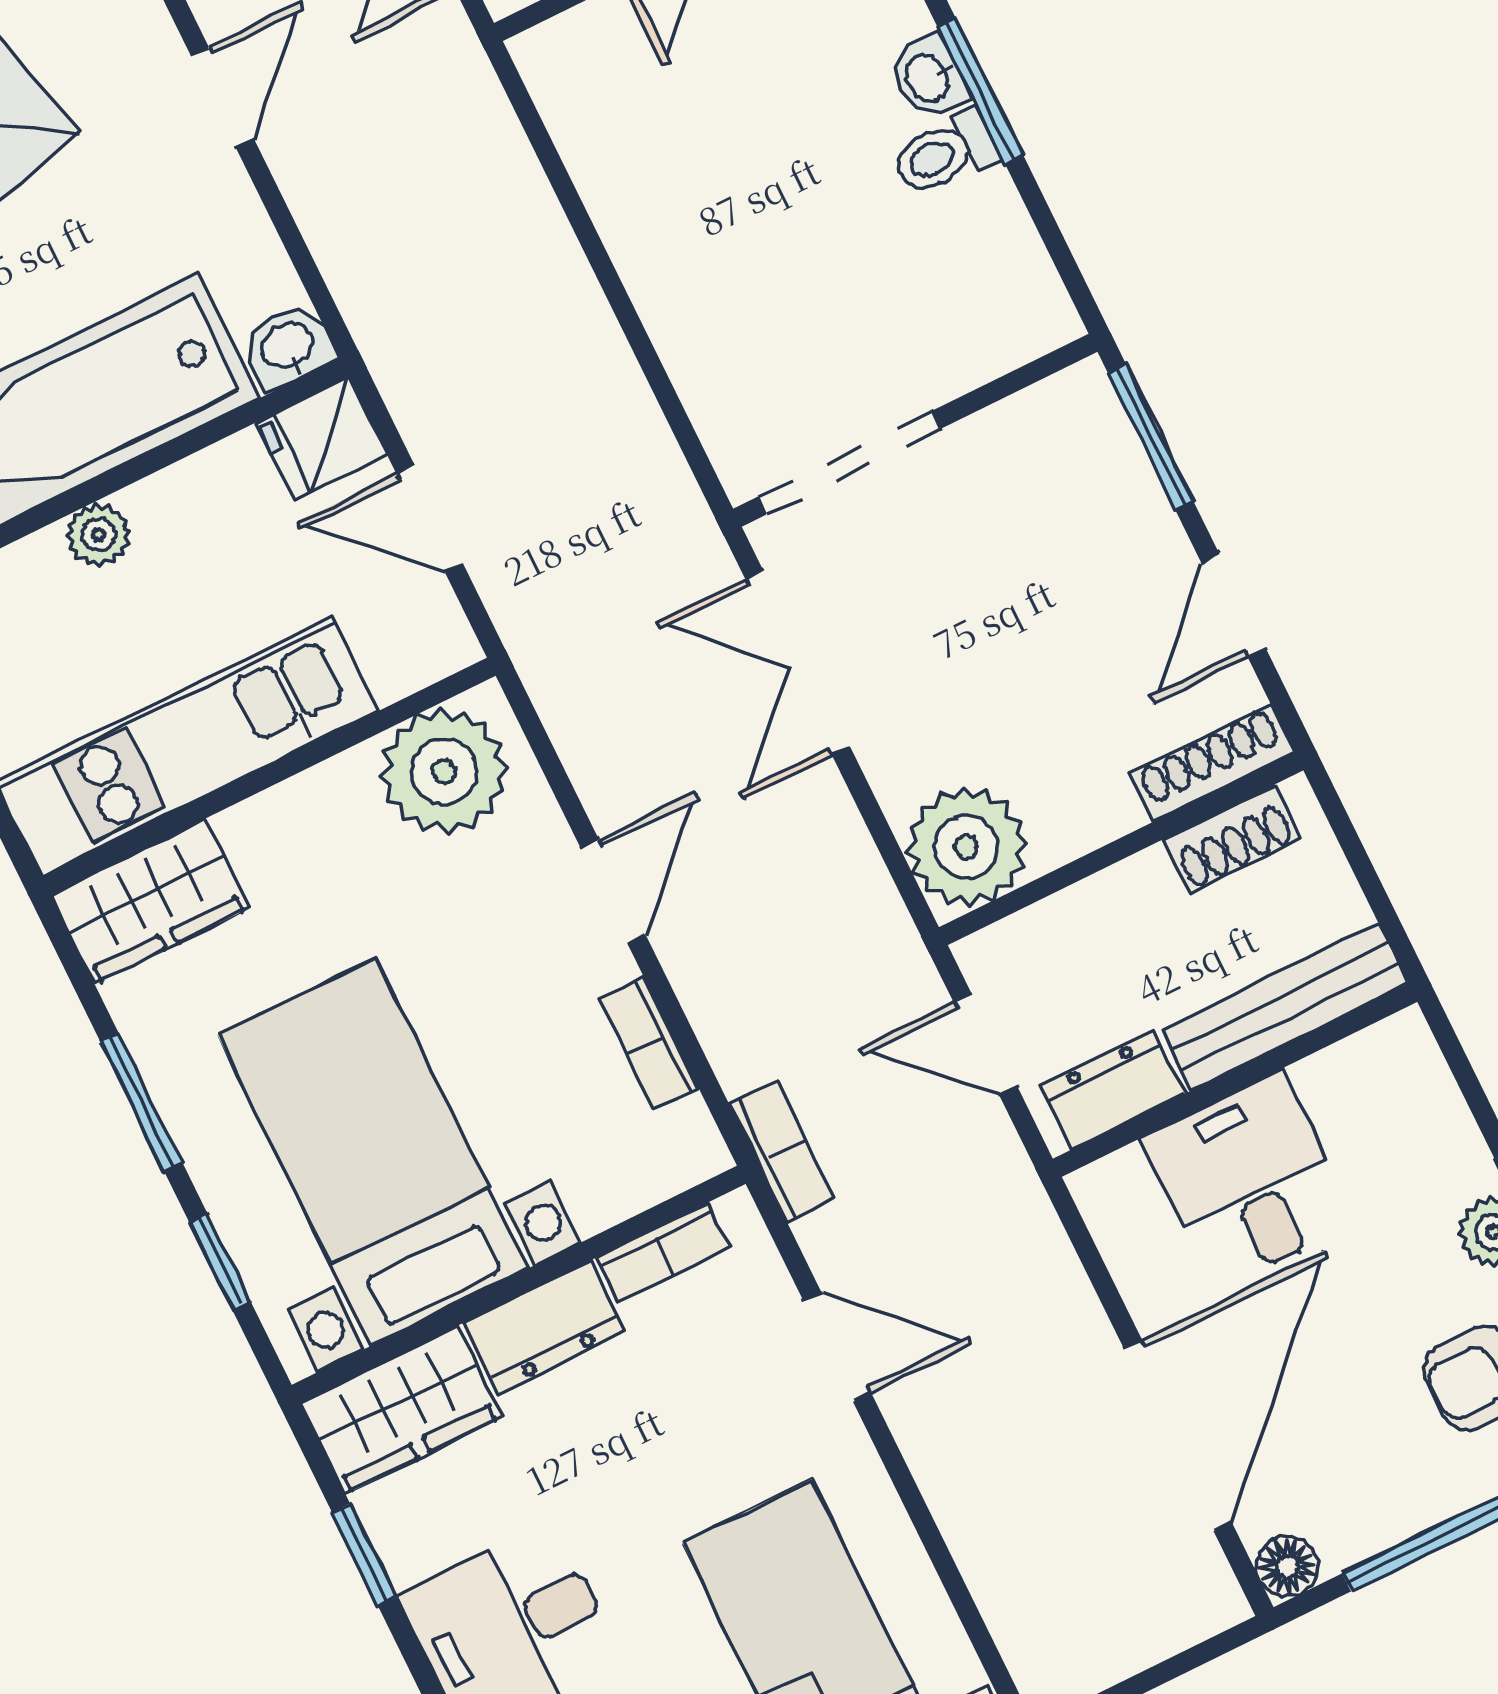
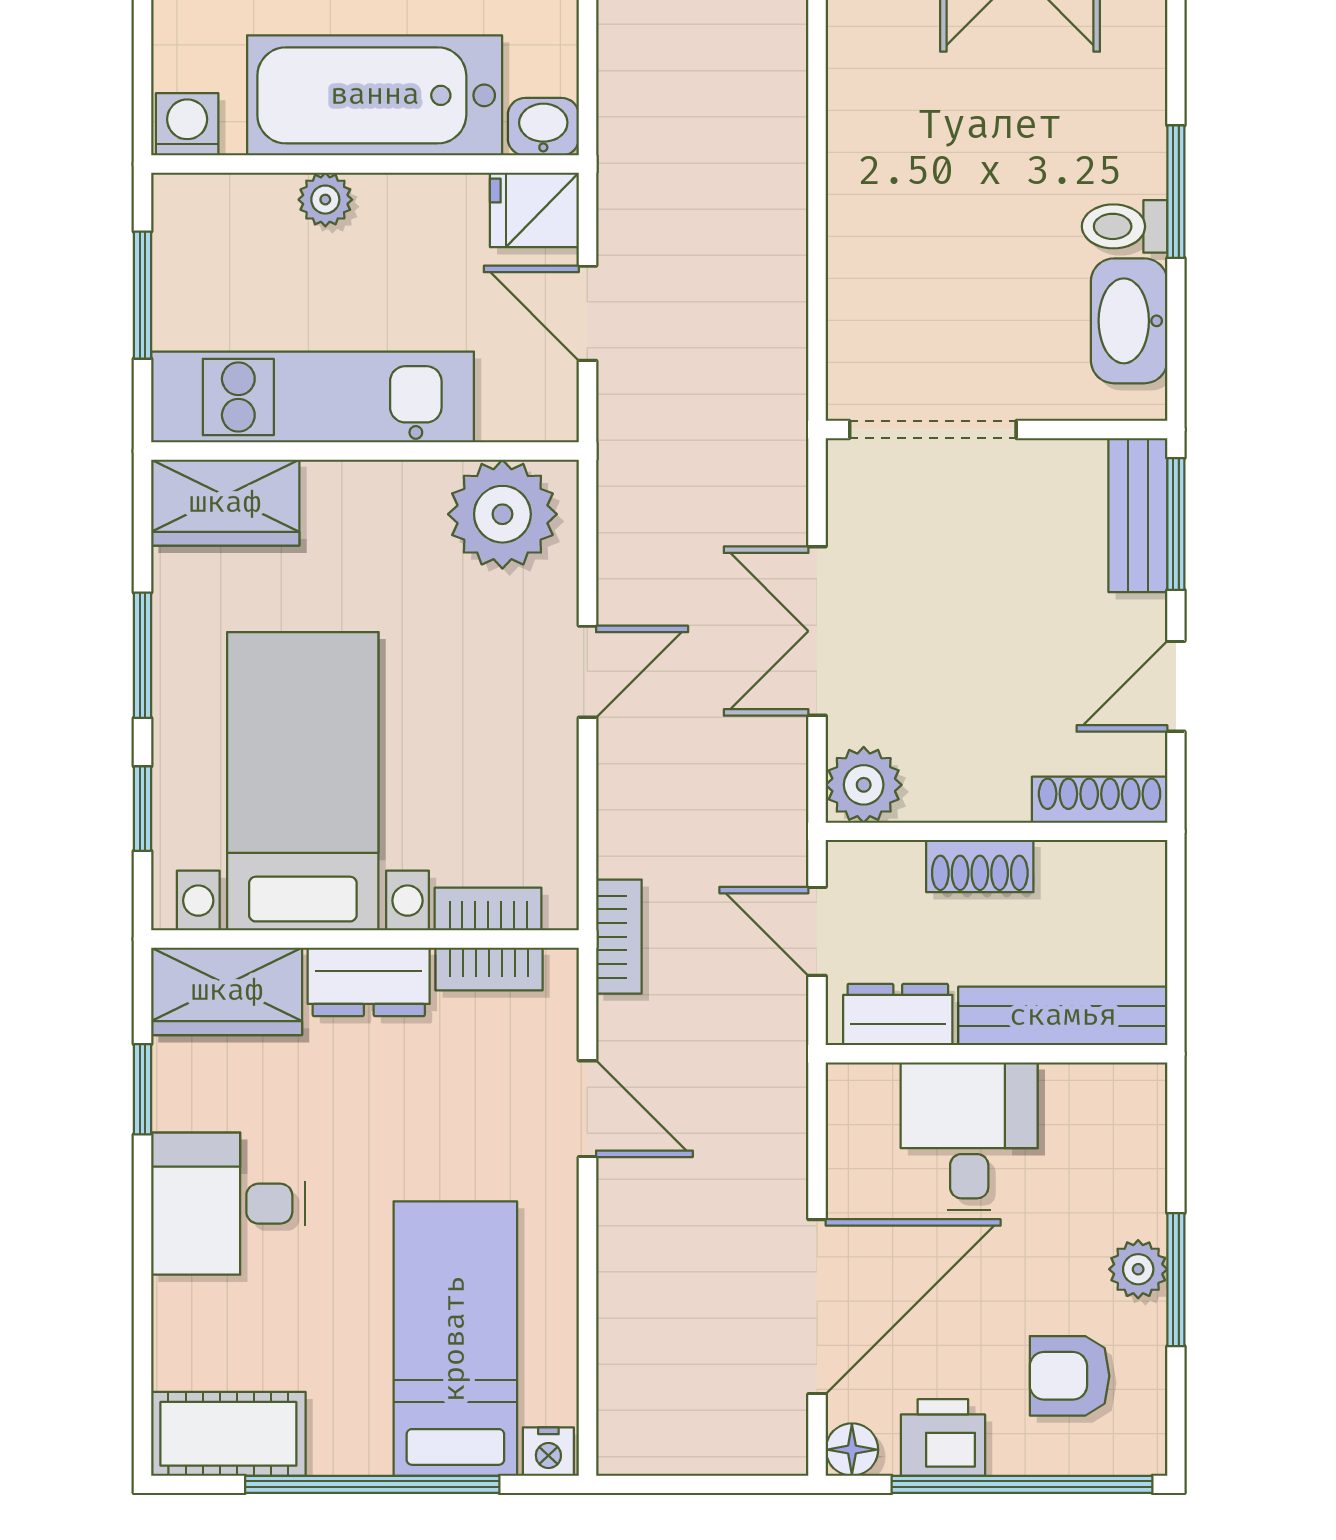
washbasin: (928, 77) -> (1129, 321), moved, width x1.91, depth x1.45
bench: (1106, 447) -> (1138, 515), added
double door: (798, 663) -> (817, 631), moved
shoe rack: (1232, 839) -> (980, 866), moved
plant: (966, 847) -> (864, 785), width x0.73, depth x0.73
bookcase: (649, 1044) -> (488, 909), moved, turned 90
printer: (1376, 1507) -> (943, 1437), added

